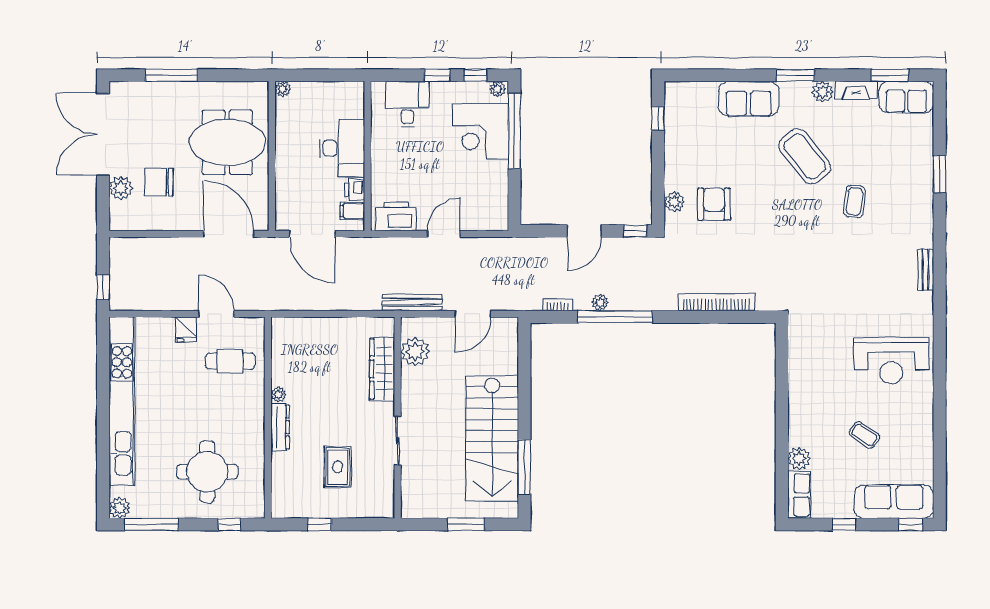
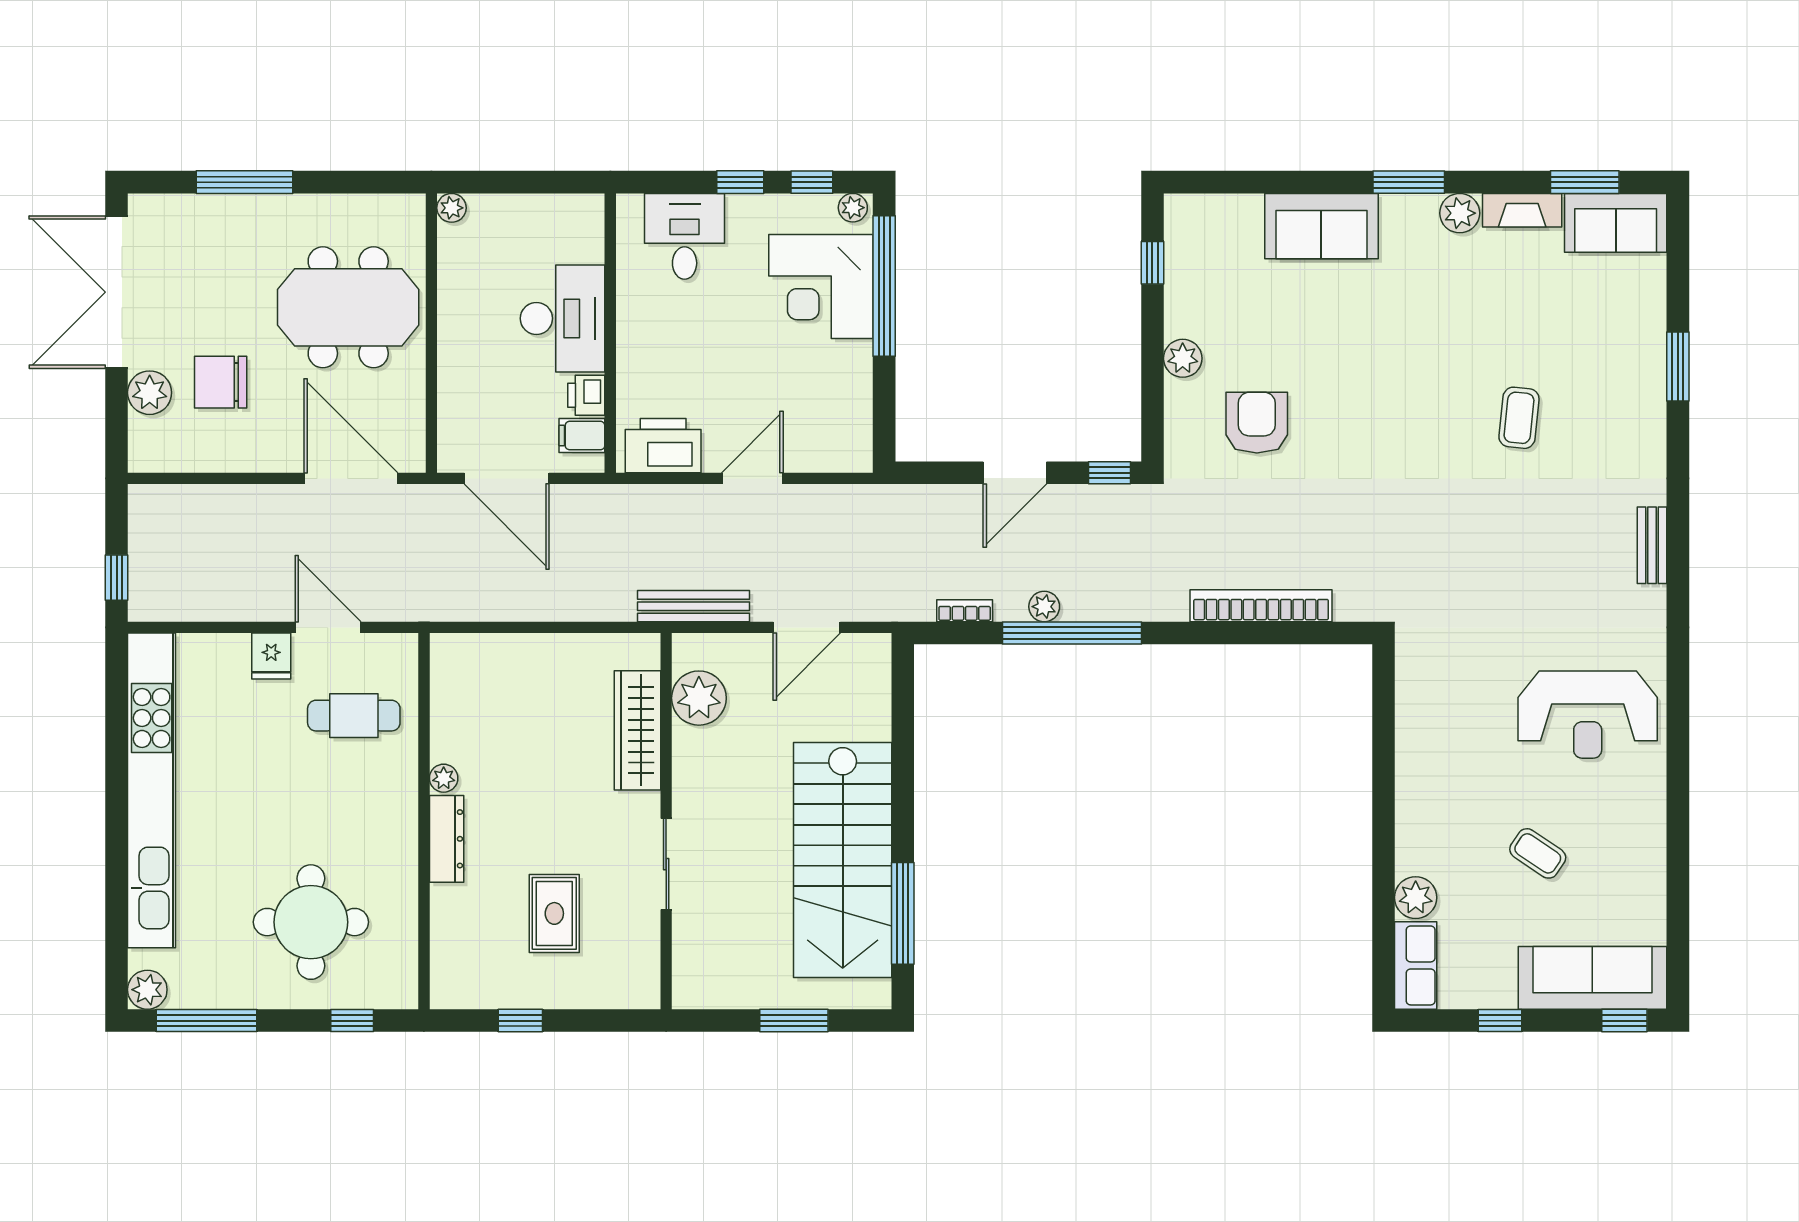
coffee table: (805, 156) -> (1426, 334), removed
plant: (674, 202) -> (1183, 358), moved

